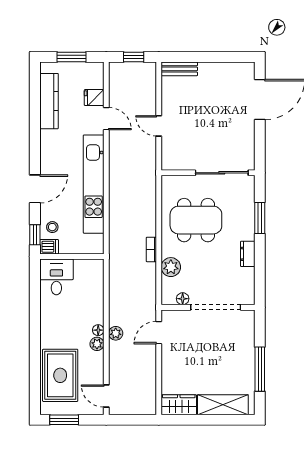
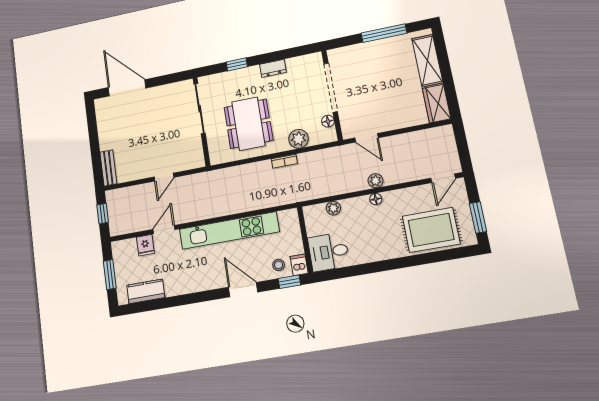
kitchen counter: (49, 101) -> (146, 291), width x0.67
window: (260, 218) -> (237, 64), width x0.67
plant: (97, 344) -> (333, 208), moved

